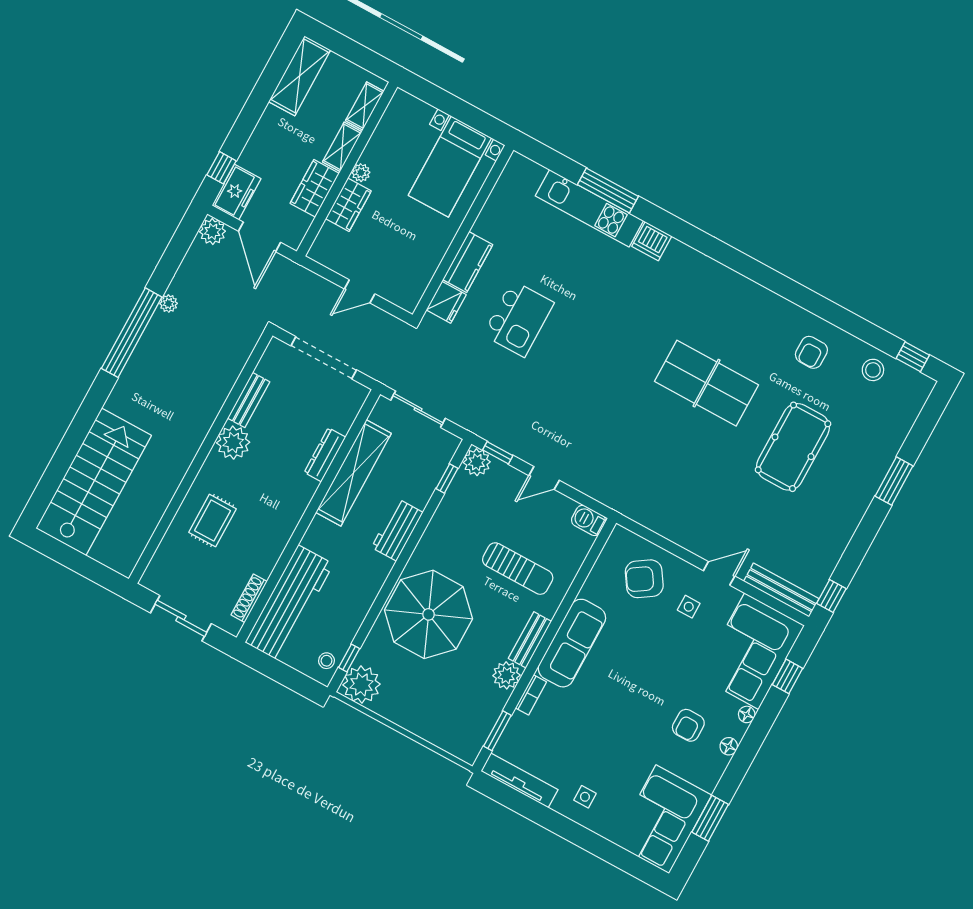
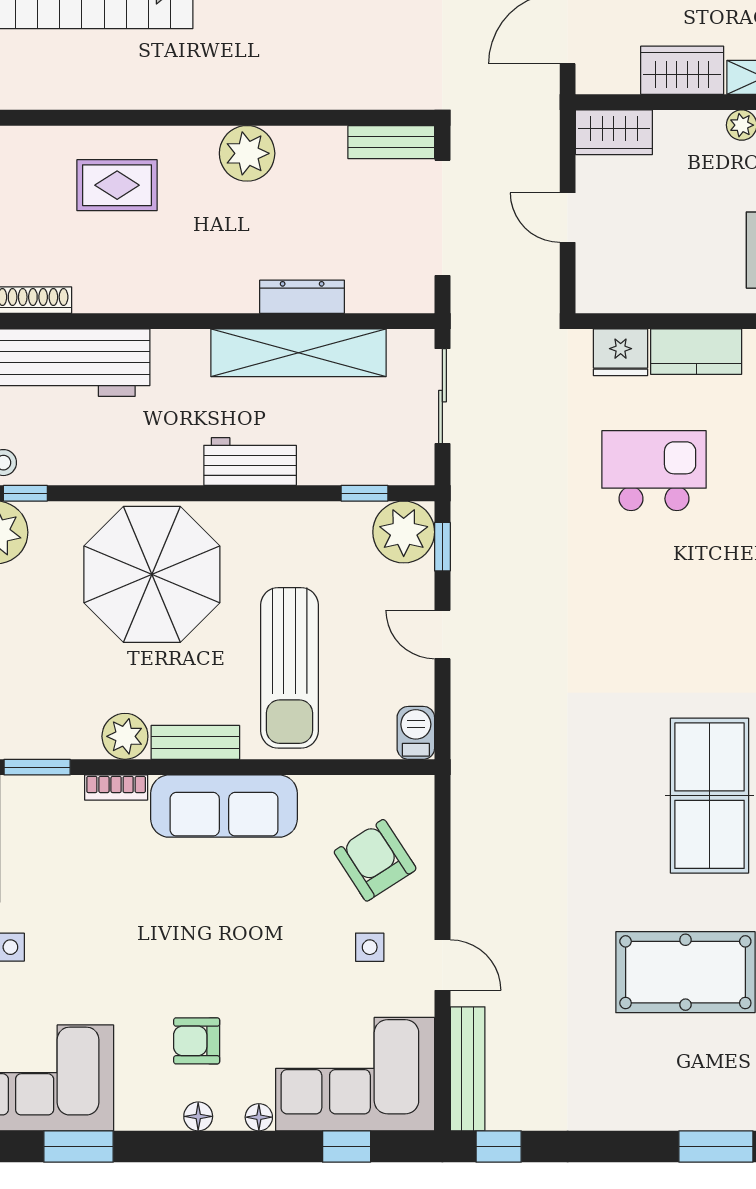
wardrobe: (348, 205) -> (614, 132), moved
kitchen island: (518, 319) -> (654, 471), turned 180
bench: (249, 400) -> (391, 142), moved
plant: (477, 462) -> (404, 532), width x1.36, depth x1.36
sun lounger: (518, 569) -> (289, 668), width x1.36, depth x1.34

